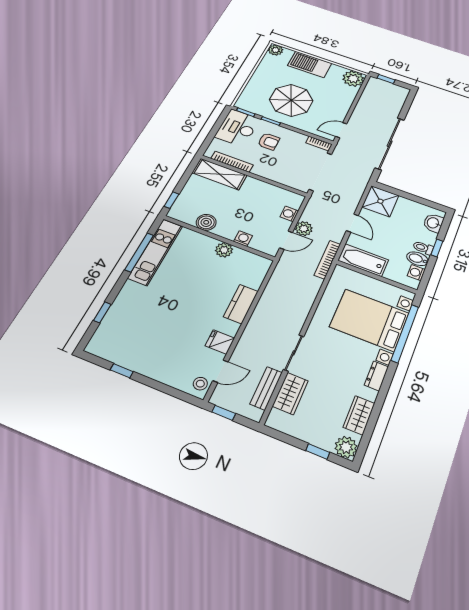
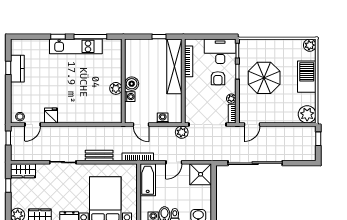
door: (341, 130) -> (252, 125), swing flipped
plant: (300, 138) -> (231, 99), added
shelving: (220, 174) -> (174, 66), width x1.47
window: (171, 200) -> (159, 37), moved
boiler: (206, 222) -> (132, 84), moved
plant: (304, 229) -> (182, 132), moved
kitchen unit: (155, 252) -> (76, 46), moved
kitchen counter: (241, 304) -> (17, 69), moved, turned 90
window: (102, 312) -> (58, 37), moved
door: (220, 371) -> (33, 125), hinge flipped
bench: (266, 388) -> (99, 156), moved
wardrobe: (290, 393) -> (23, 171), moved
window: (318, 452) -> (8, 186), moved

